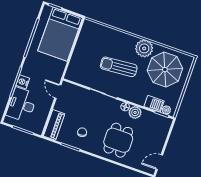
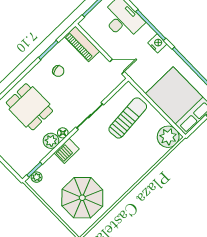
plant: (144, 48) -> (168, 137), moved
sun lounger: (119, 67) -> (128, 118), moved
nightstand: (23, 82) -> (157, 43), moved
barbecue: (154, 104) -> (67, 151), moved

